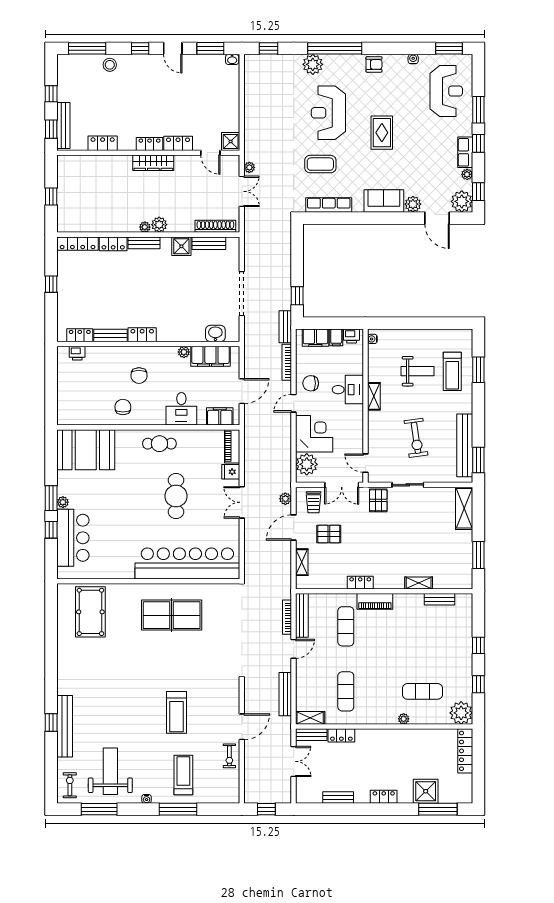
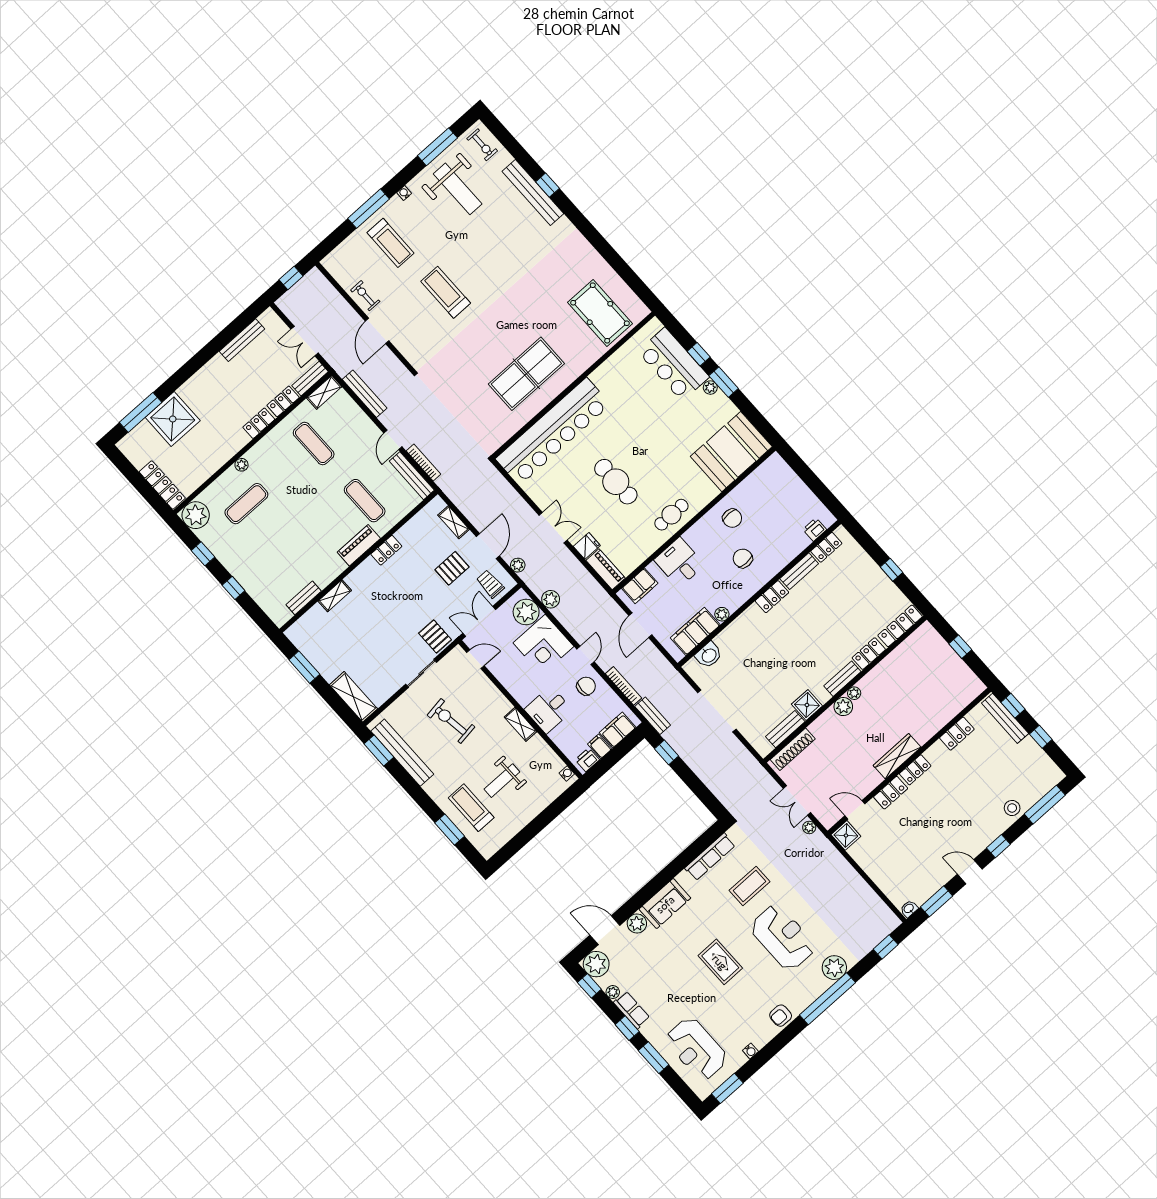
plant: (284, 459) -> (551, 599), added
shower: (426, 791) -> (173, 419), width x1.37, depth x1.37
locker: (384, 797) -> (259, 423), moved, turned 180
bench: (338, 798) -> (242, 340), width x1.36

